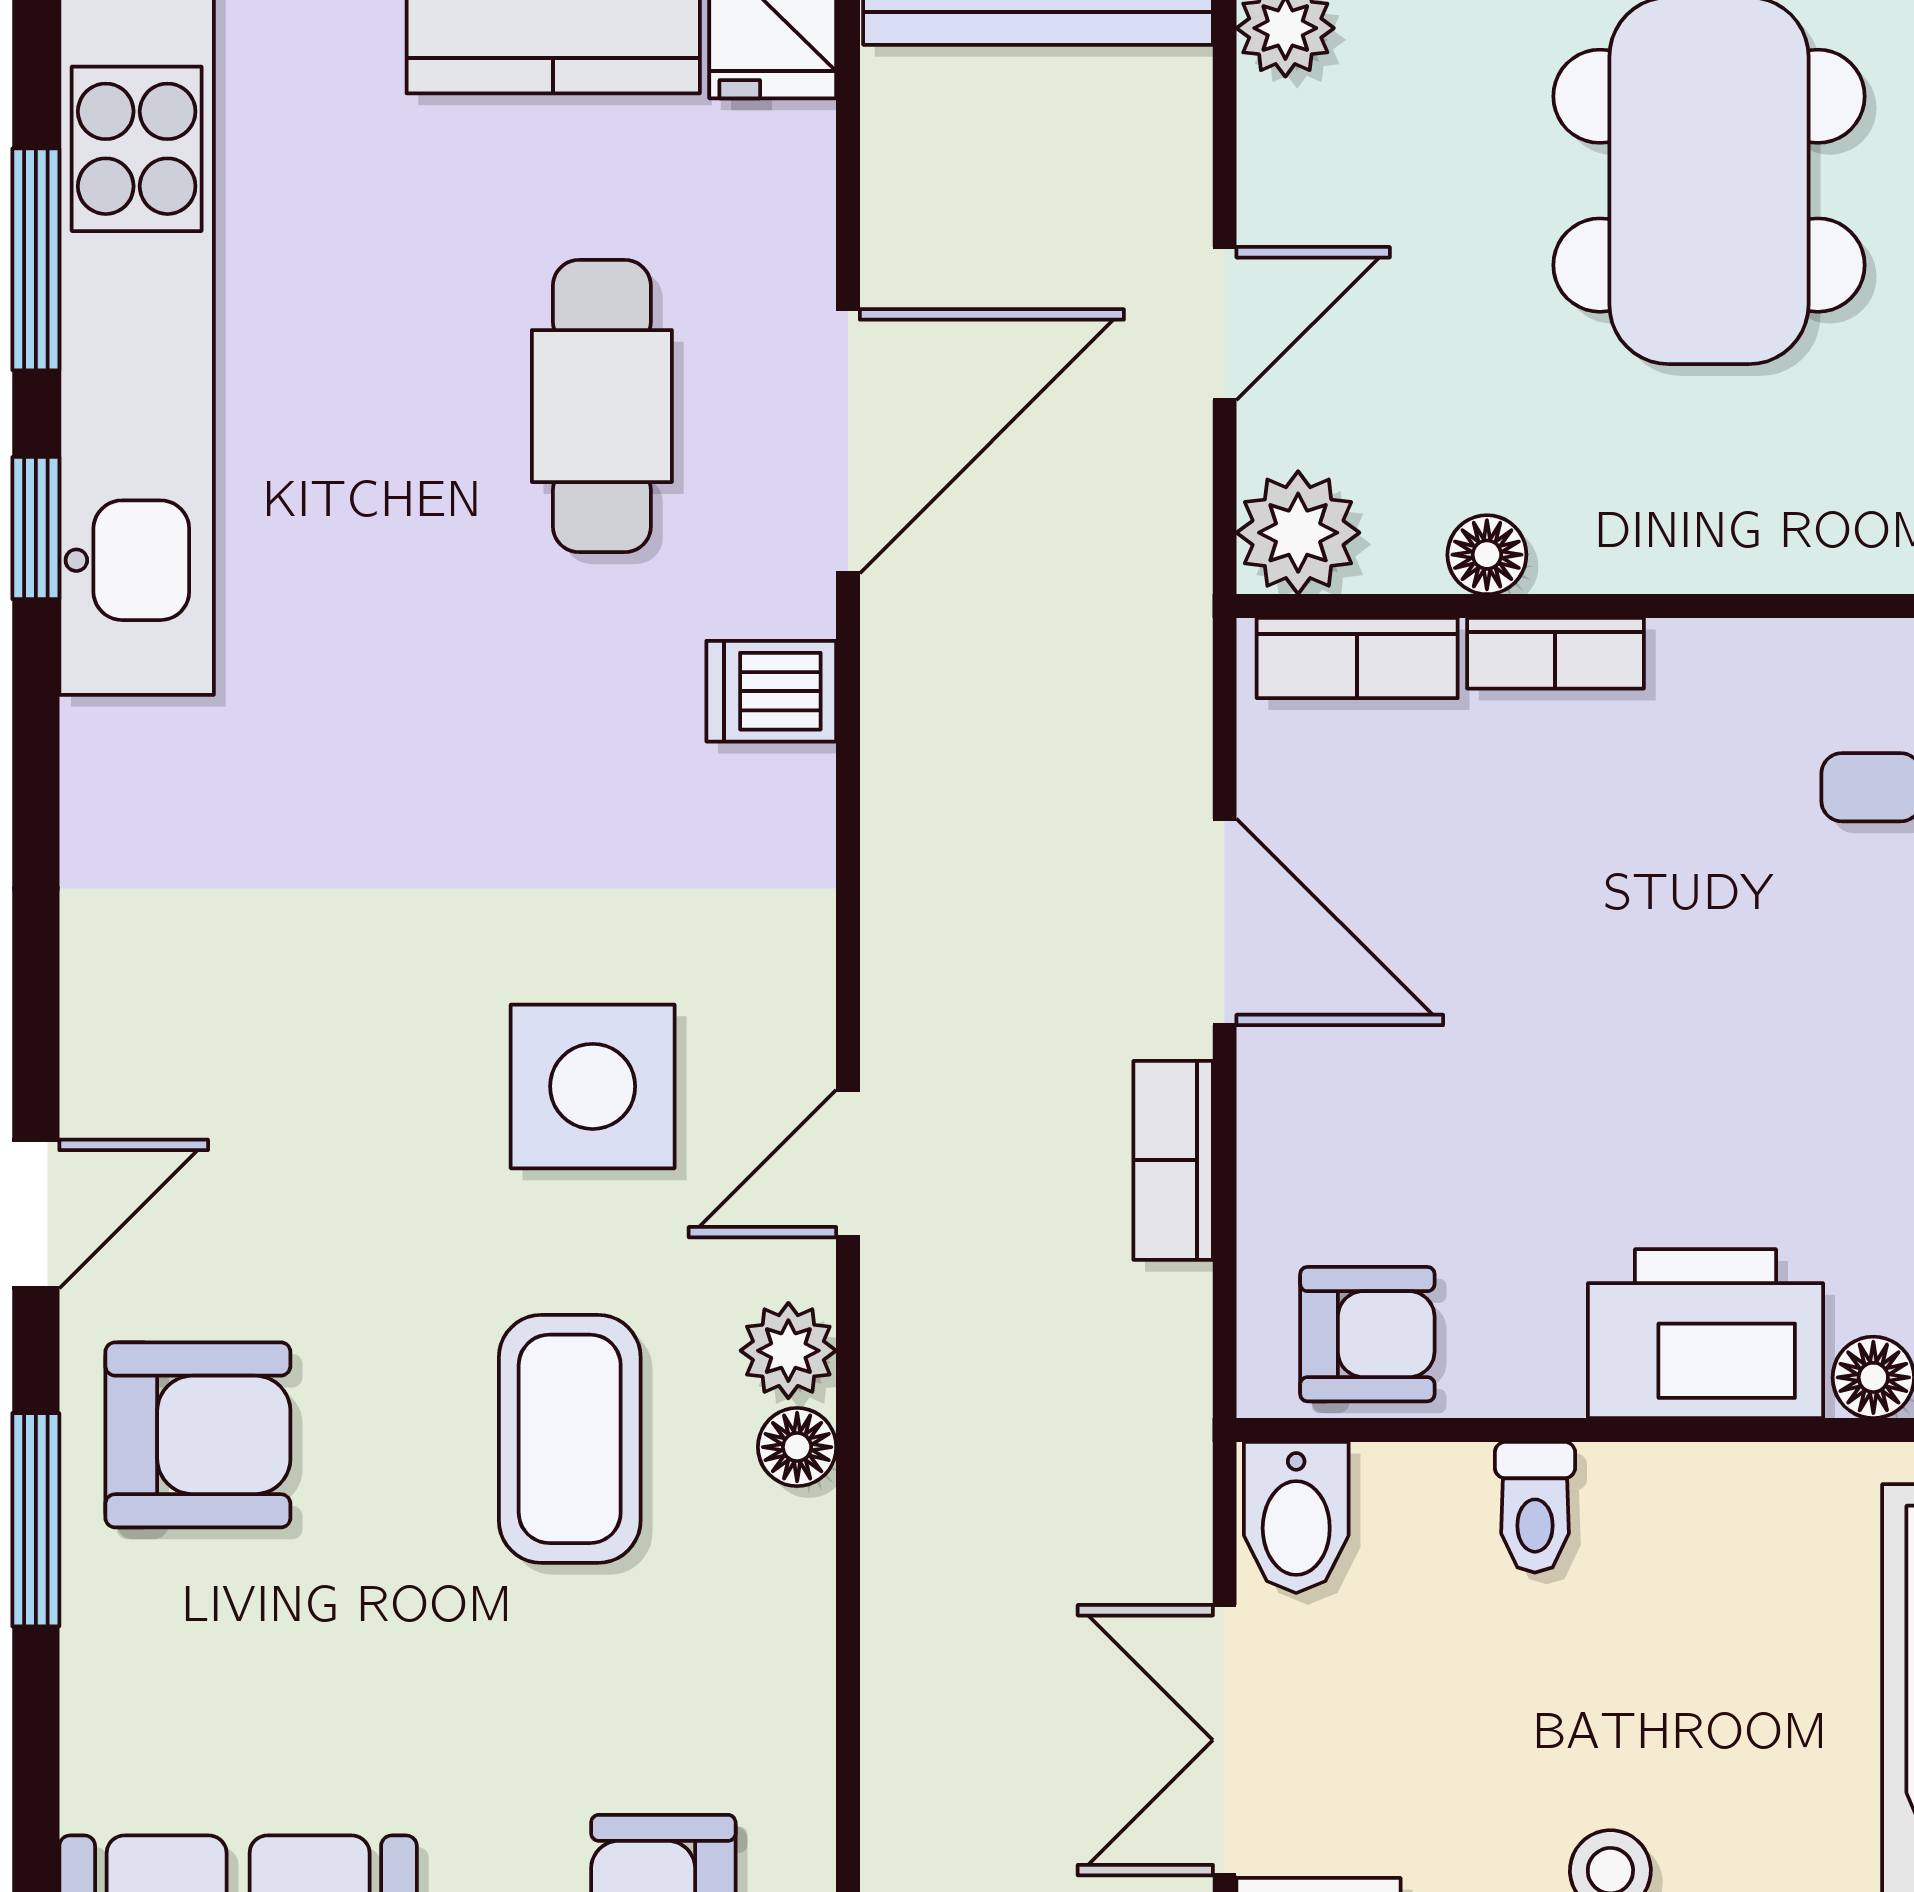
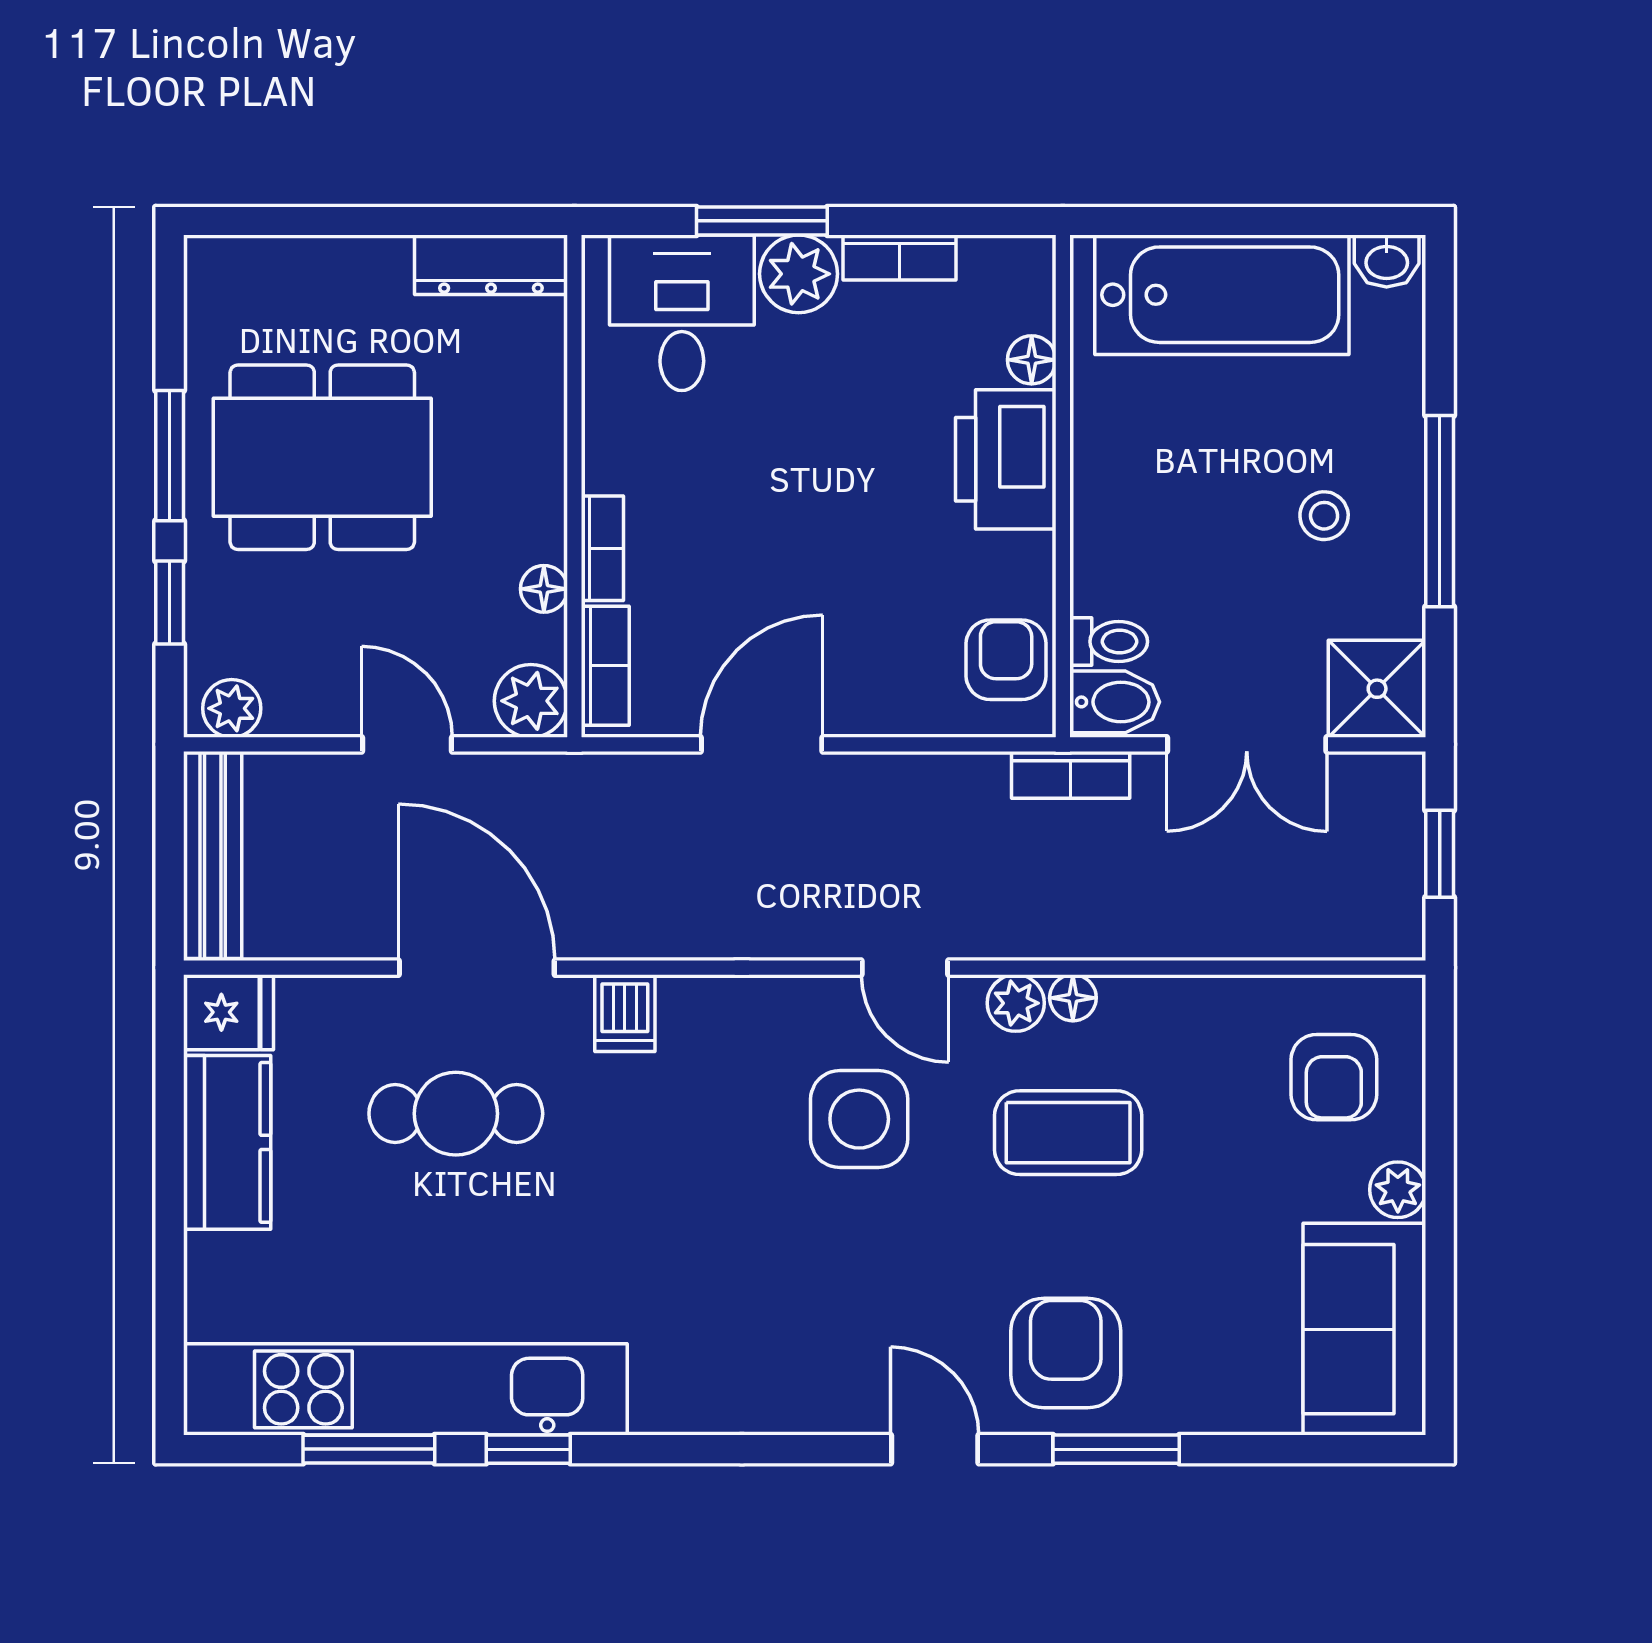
bookcase: (1173, 1160) -> (1071, 775), moved
toilet: (1535, 1507) -> (1109, 642), moved

